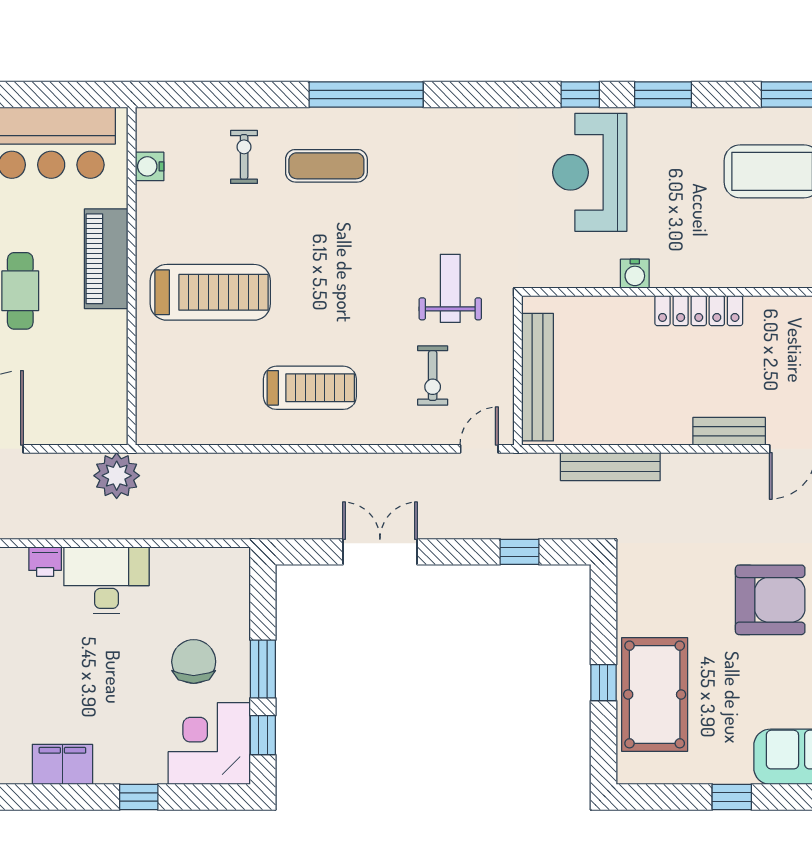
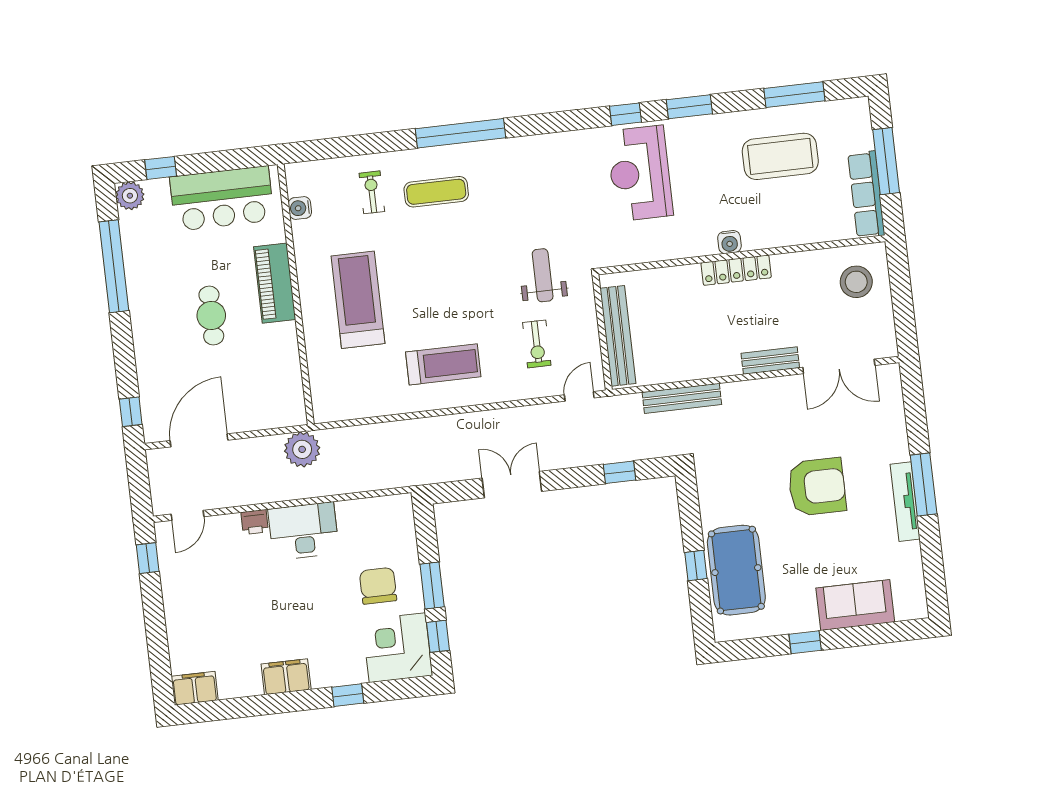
water cooler: (635, 274) -> (729, 242), moved
treadmill: (210, 292) -> (358, 300), turned -90

